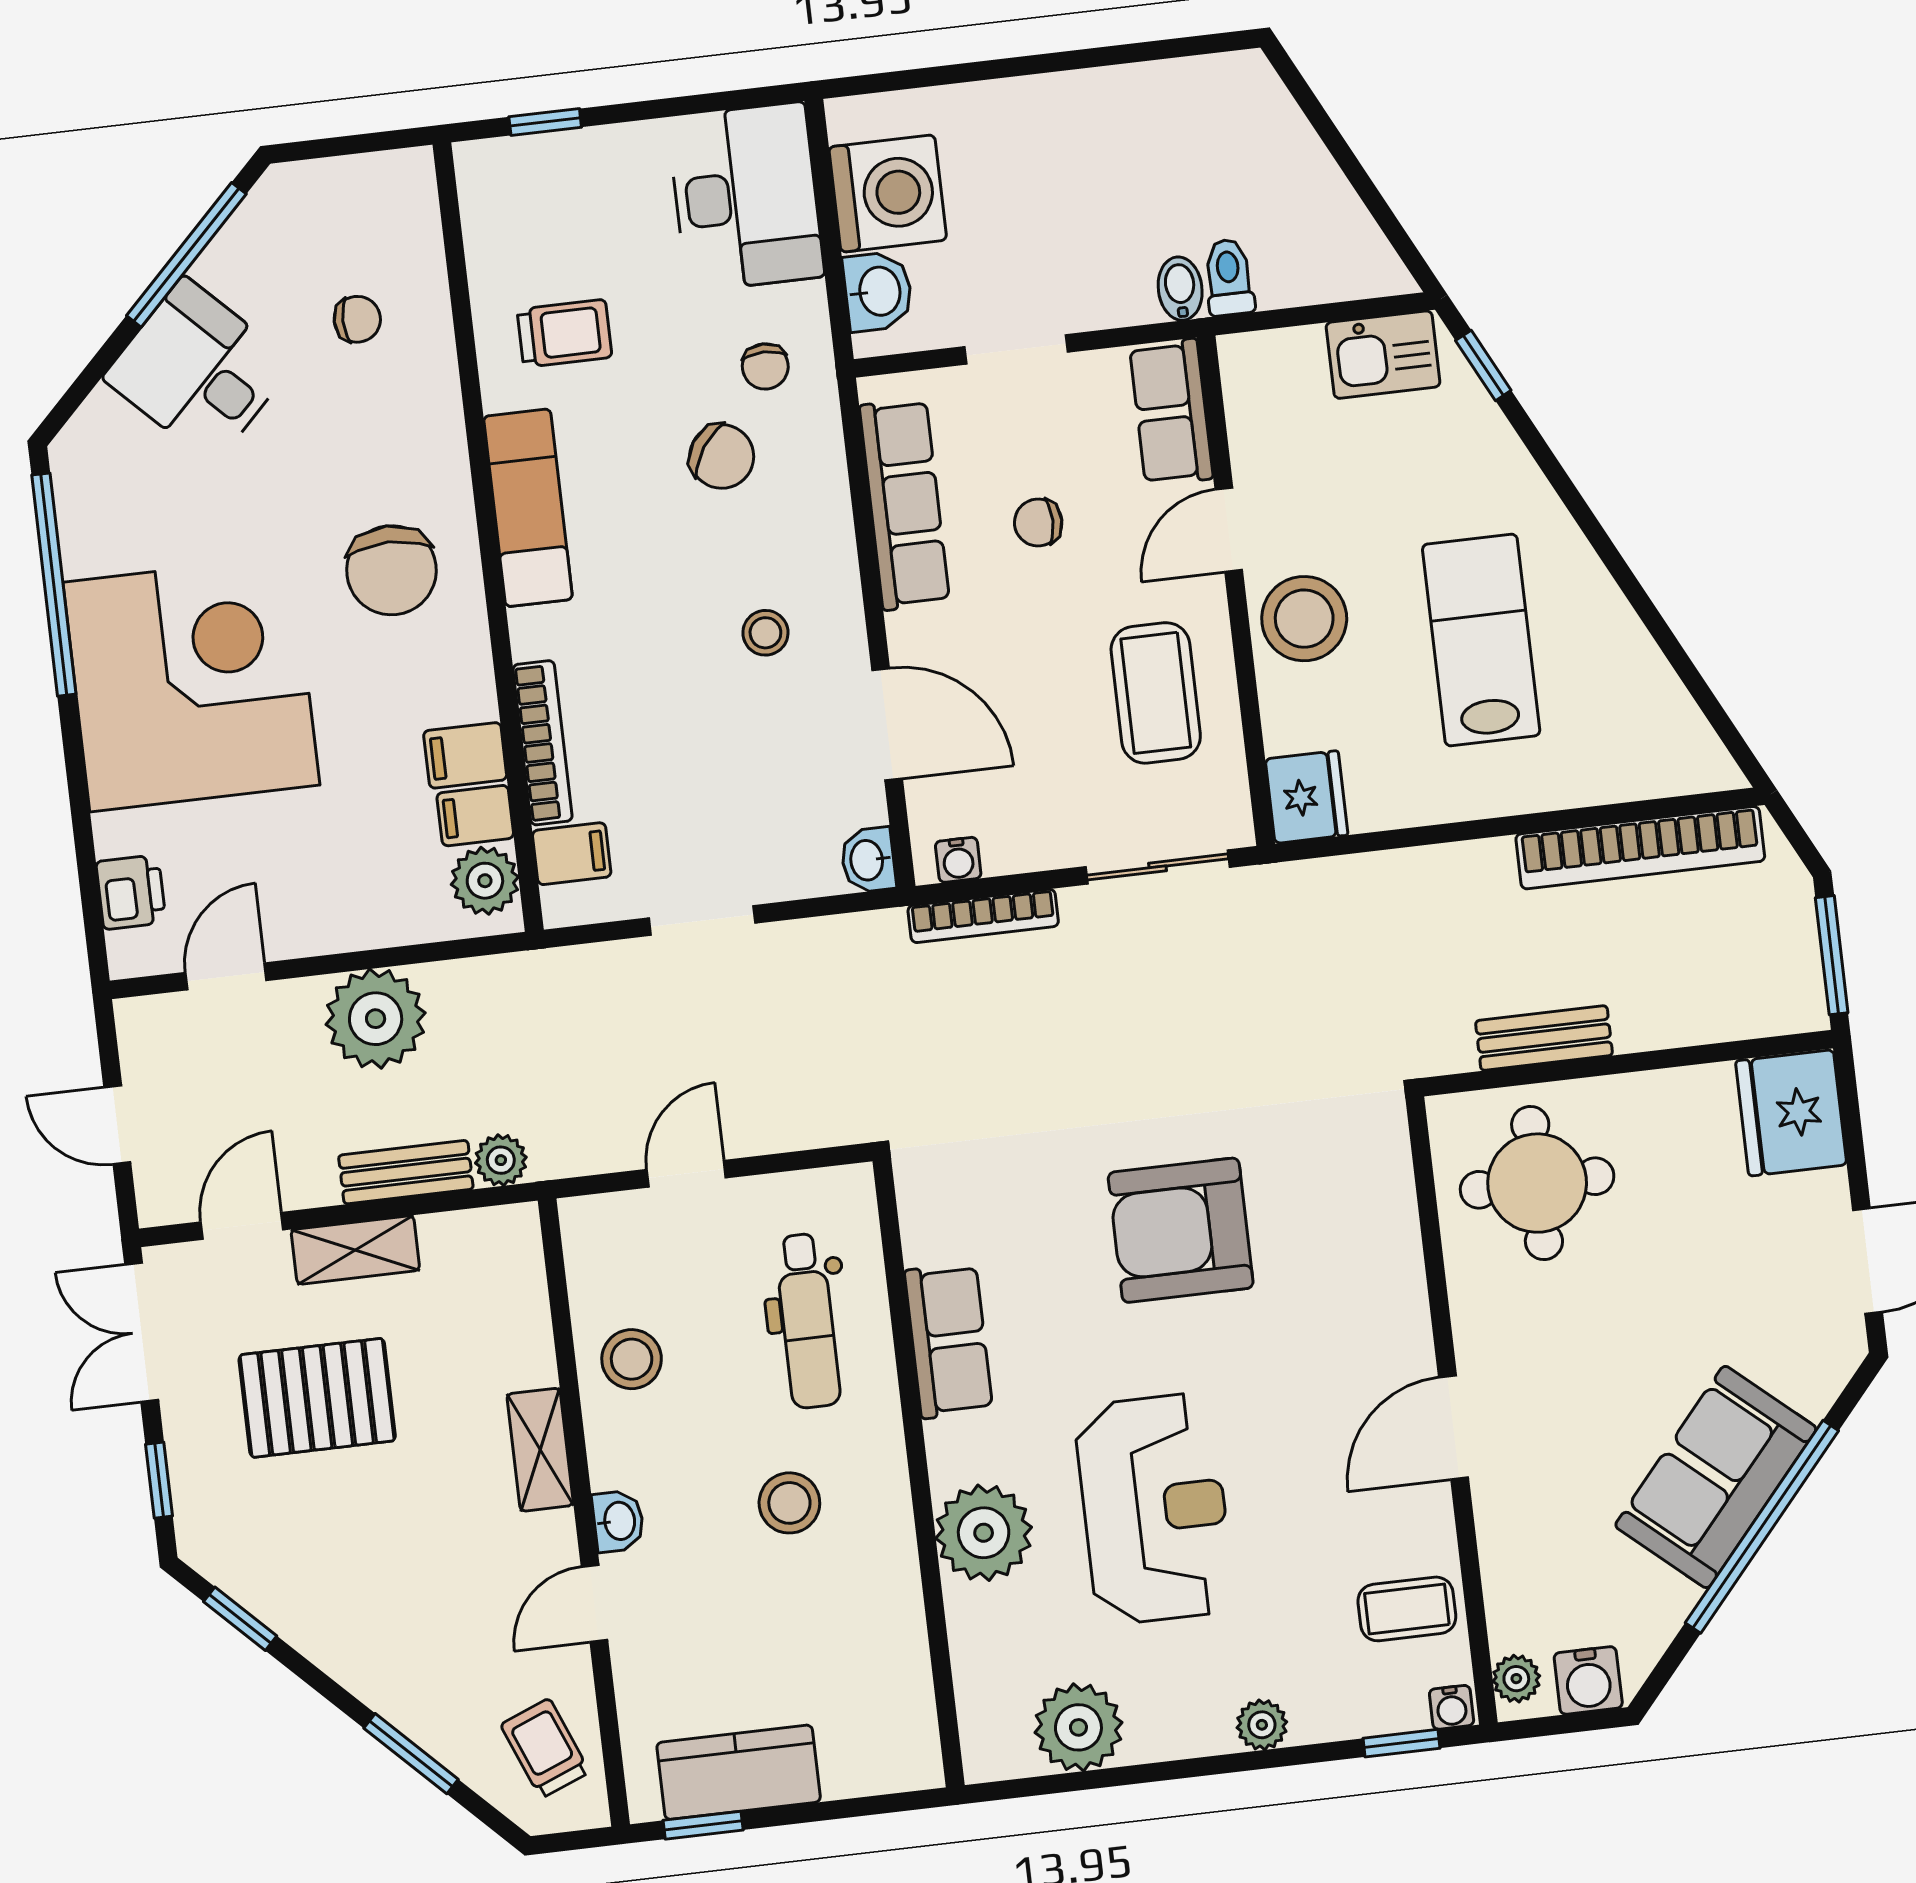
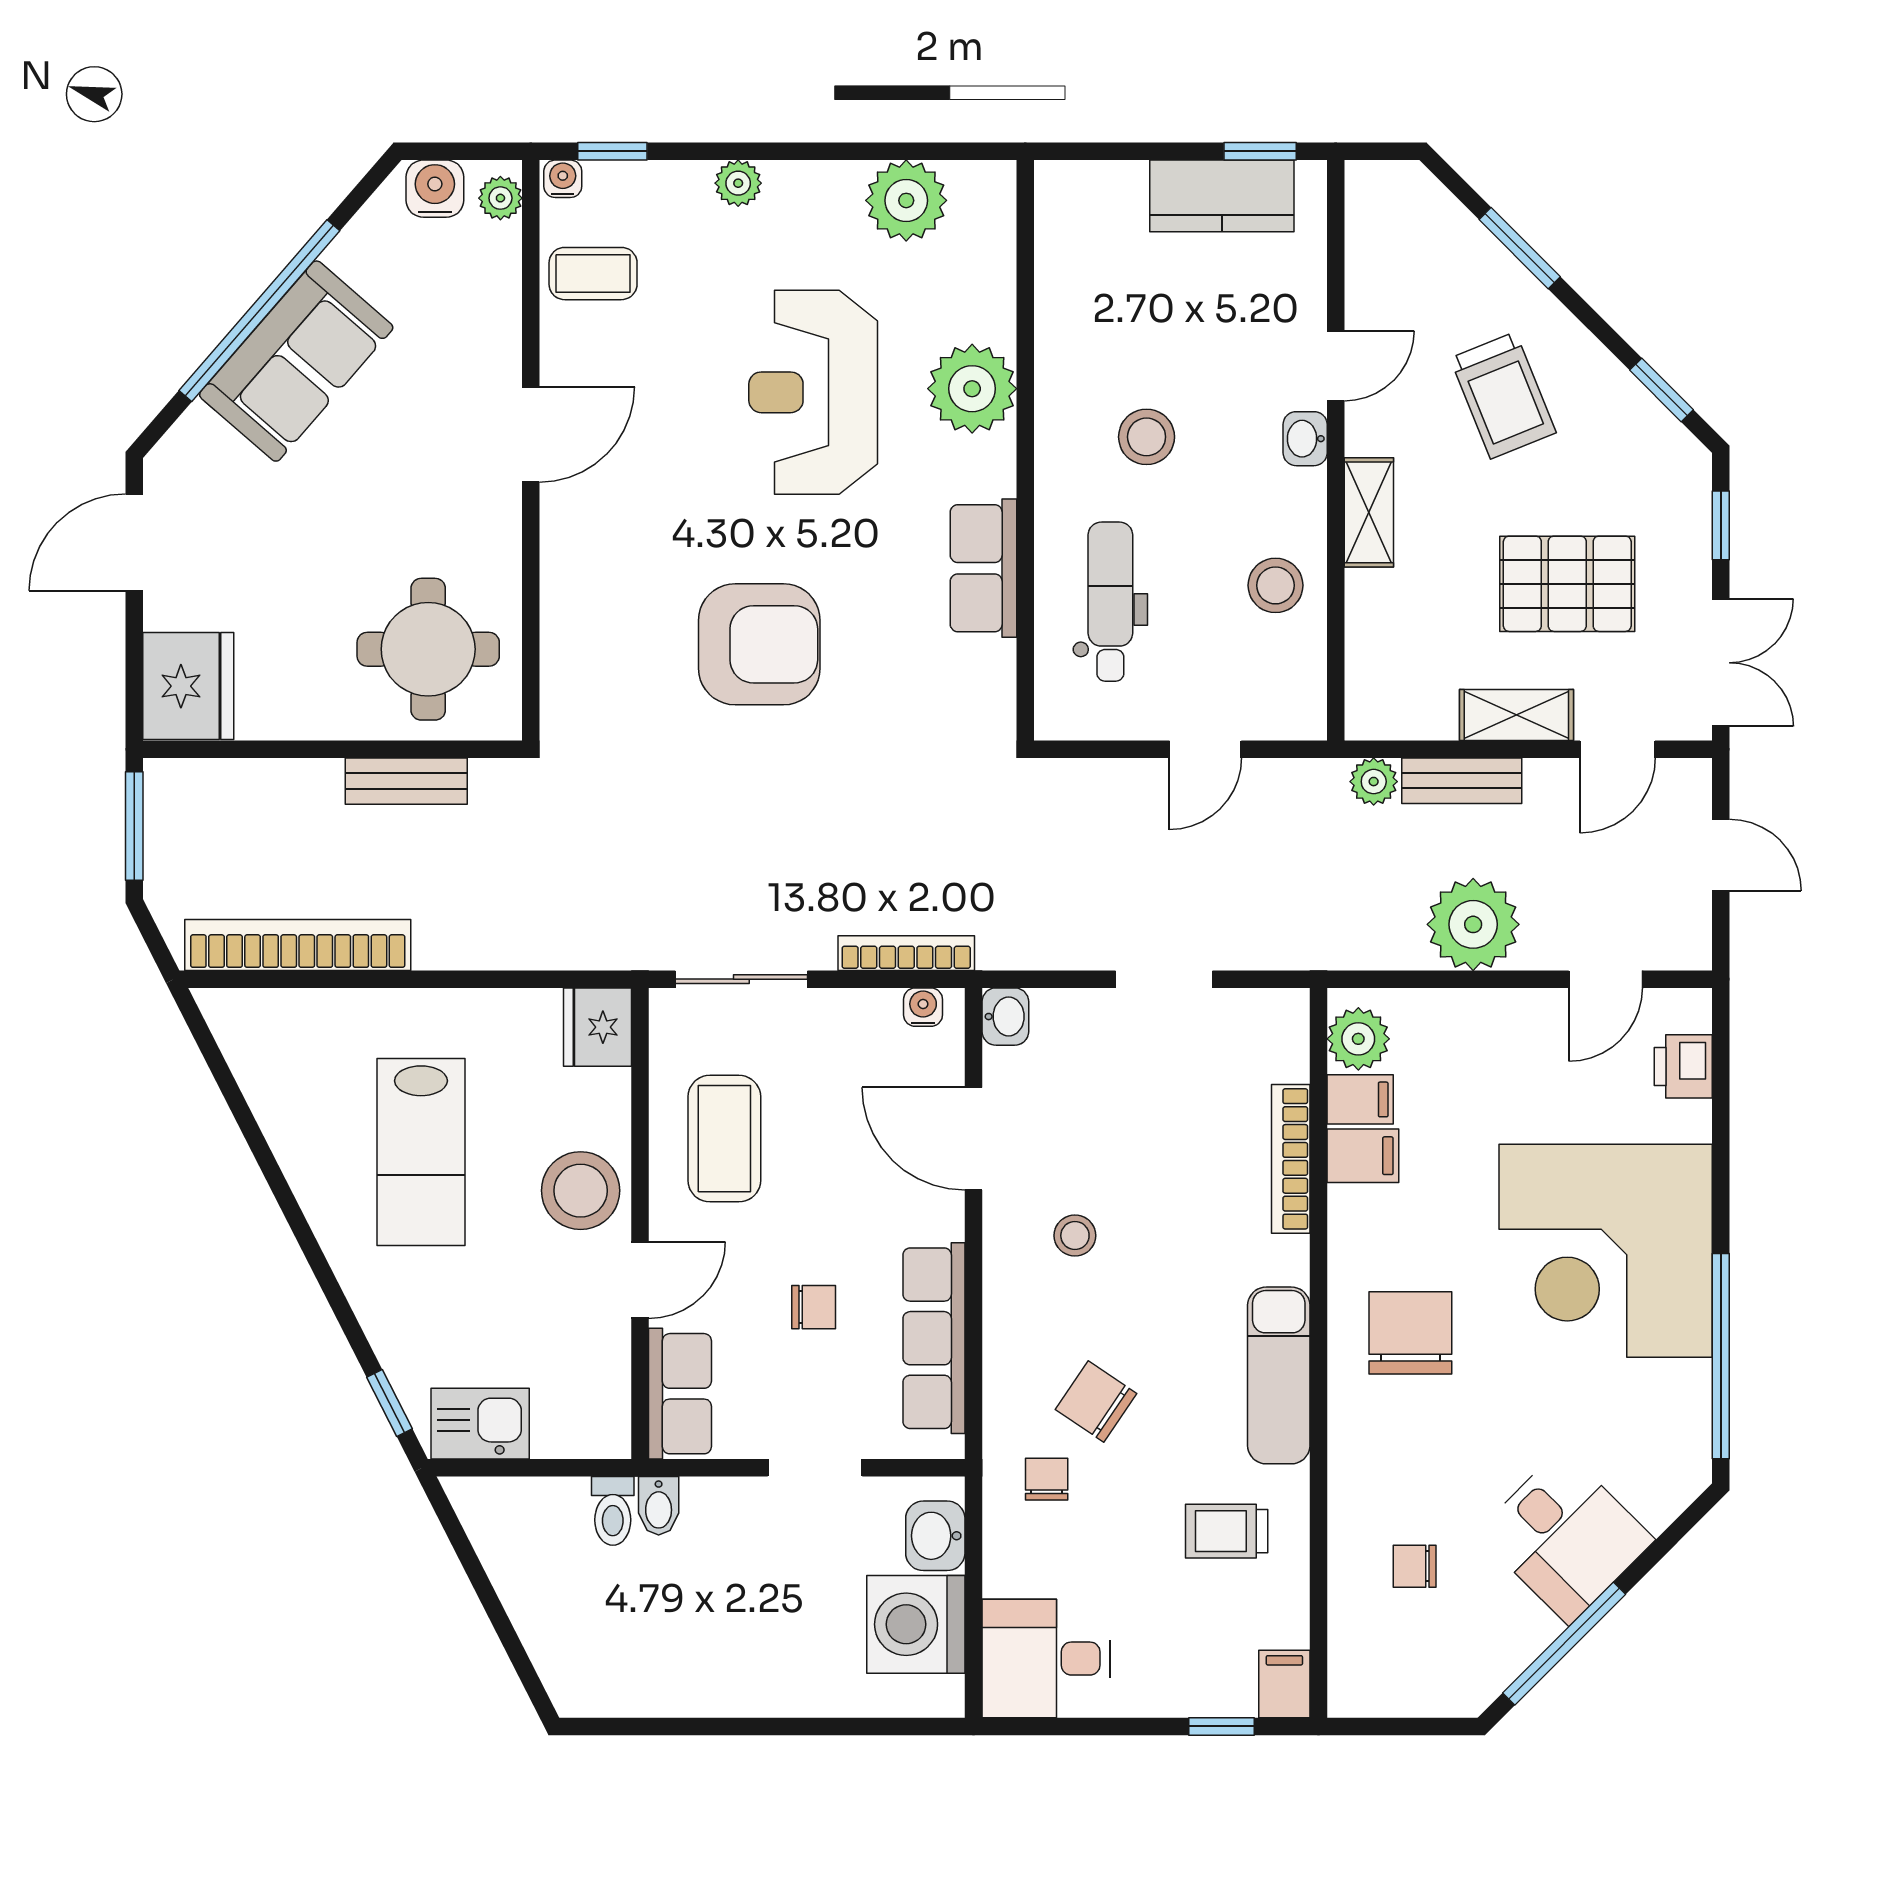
desk: (746, 197) -> (1046, 1659), width x0.73
filing cabinet: (572, 854) -> (1284, 1684), moved, turned 90
trolley: (545, 1748) -> (1503, 395), moved, width x1.36, depth x1.39

